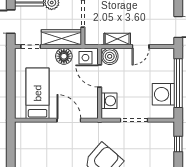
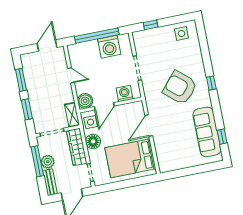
shelving: (117, 39) -> (72, 115), moved
bed: (38, 93) -> (130, 158), width x1.50

